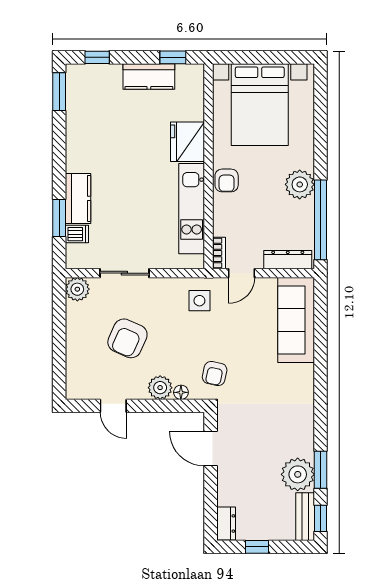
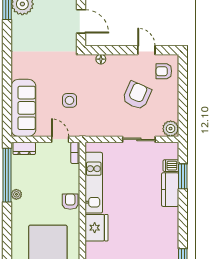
plant: (300, 184) -> (16, 194), width x0.53, depth x0.53
dresser: (288, 260) -> (24, 148), width x0.70
door: (242, 273) -> (60, 139), hinge flipped
side table: (199, 301) -> (70, 100), moved
armchair: (215, 374) -> (164, 71), moved, turned -102
plant: (160, 388) -> (115, 62), removed

